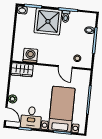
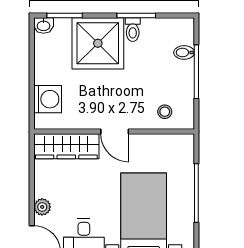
washing machine: (30, 55) -> (48, 99), moved, turned 90
door: (65, 67) -> (115, 132), moved
wardrobe: (22, 70) -> (66, 146), width x1.50

